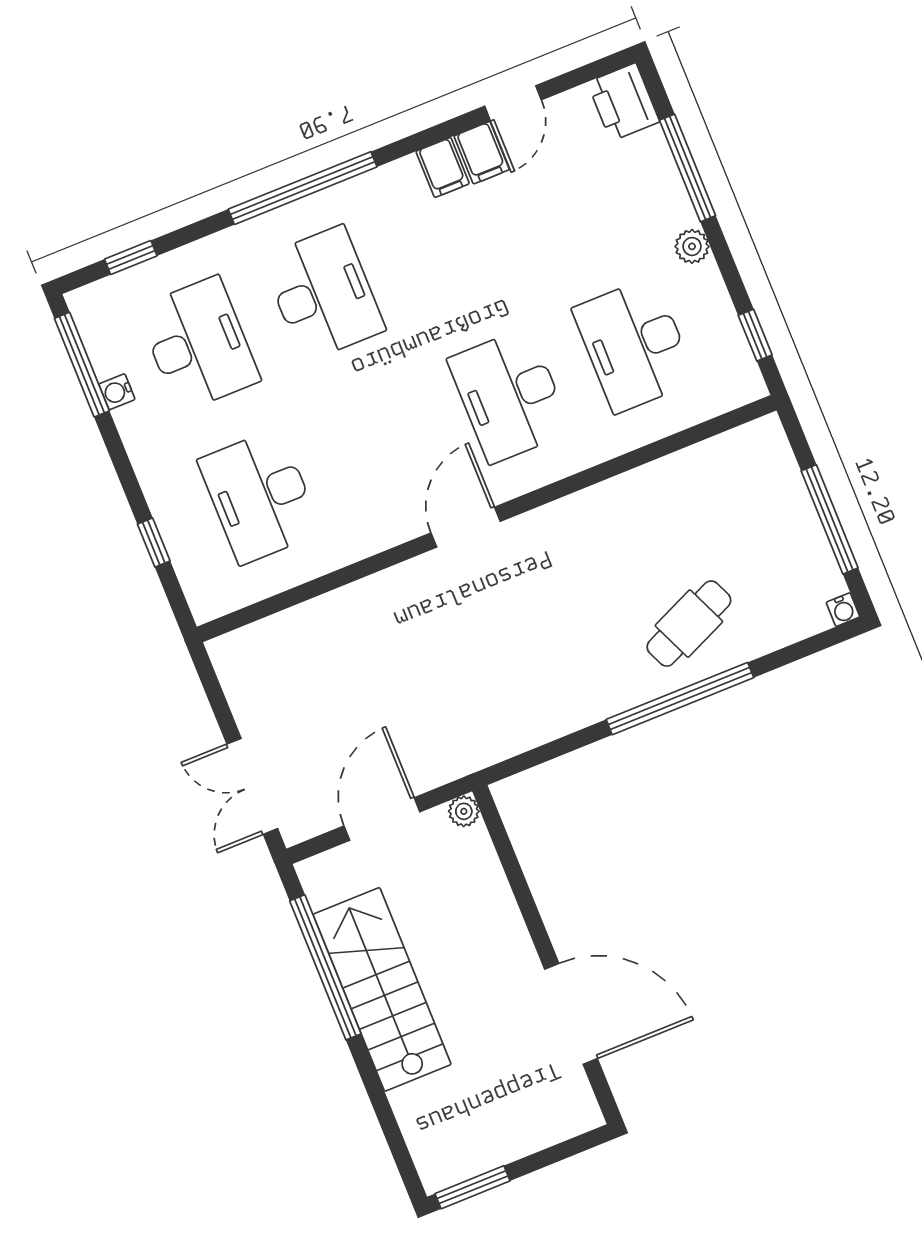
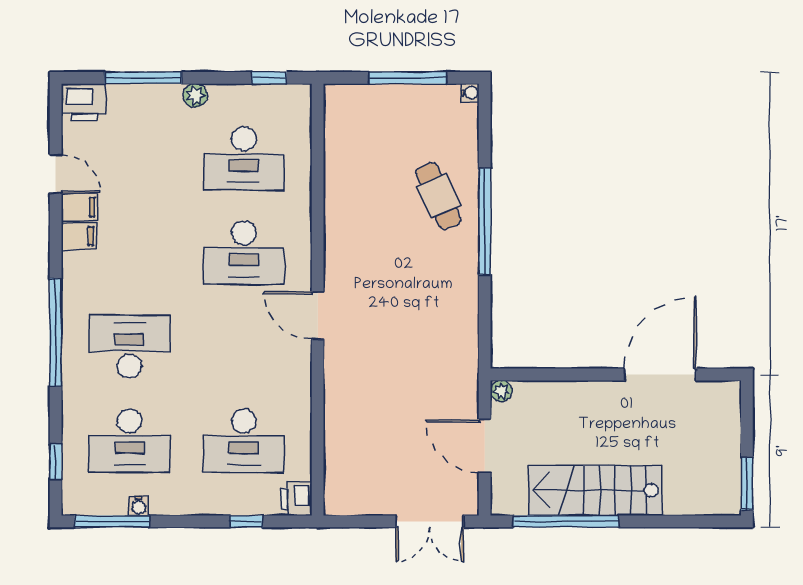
desk: (198, 344) -> (129, 441), turned 180
printer: (211, 597) -> (297, 499), added

